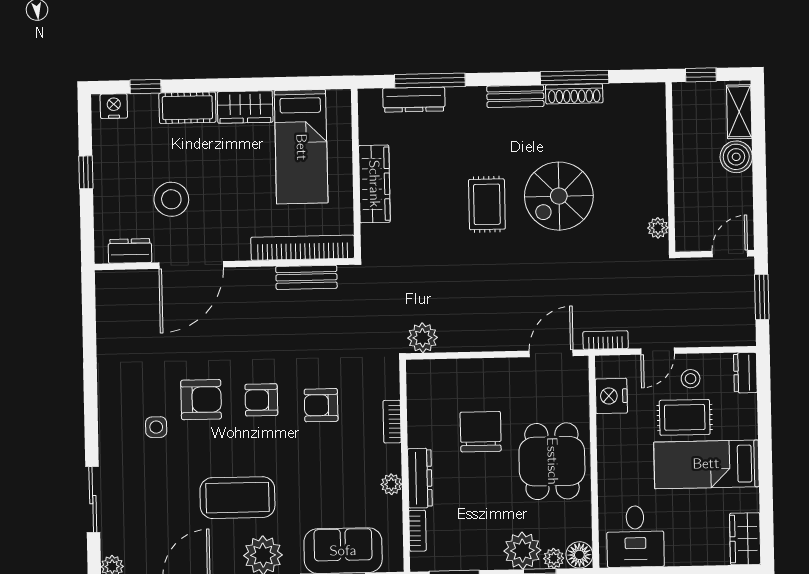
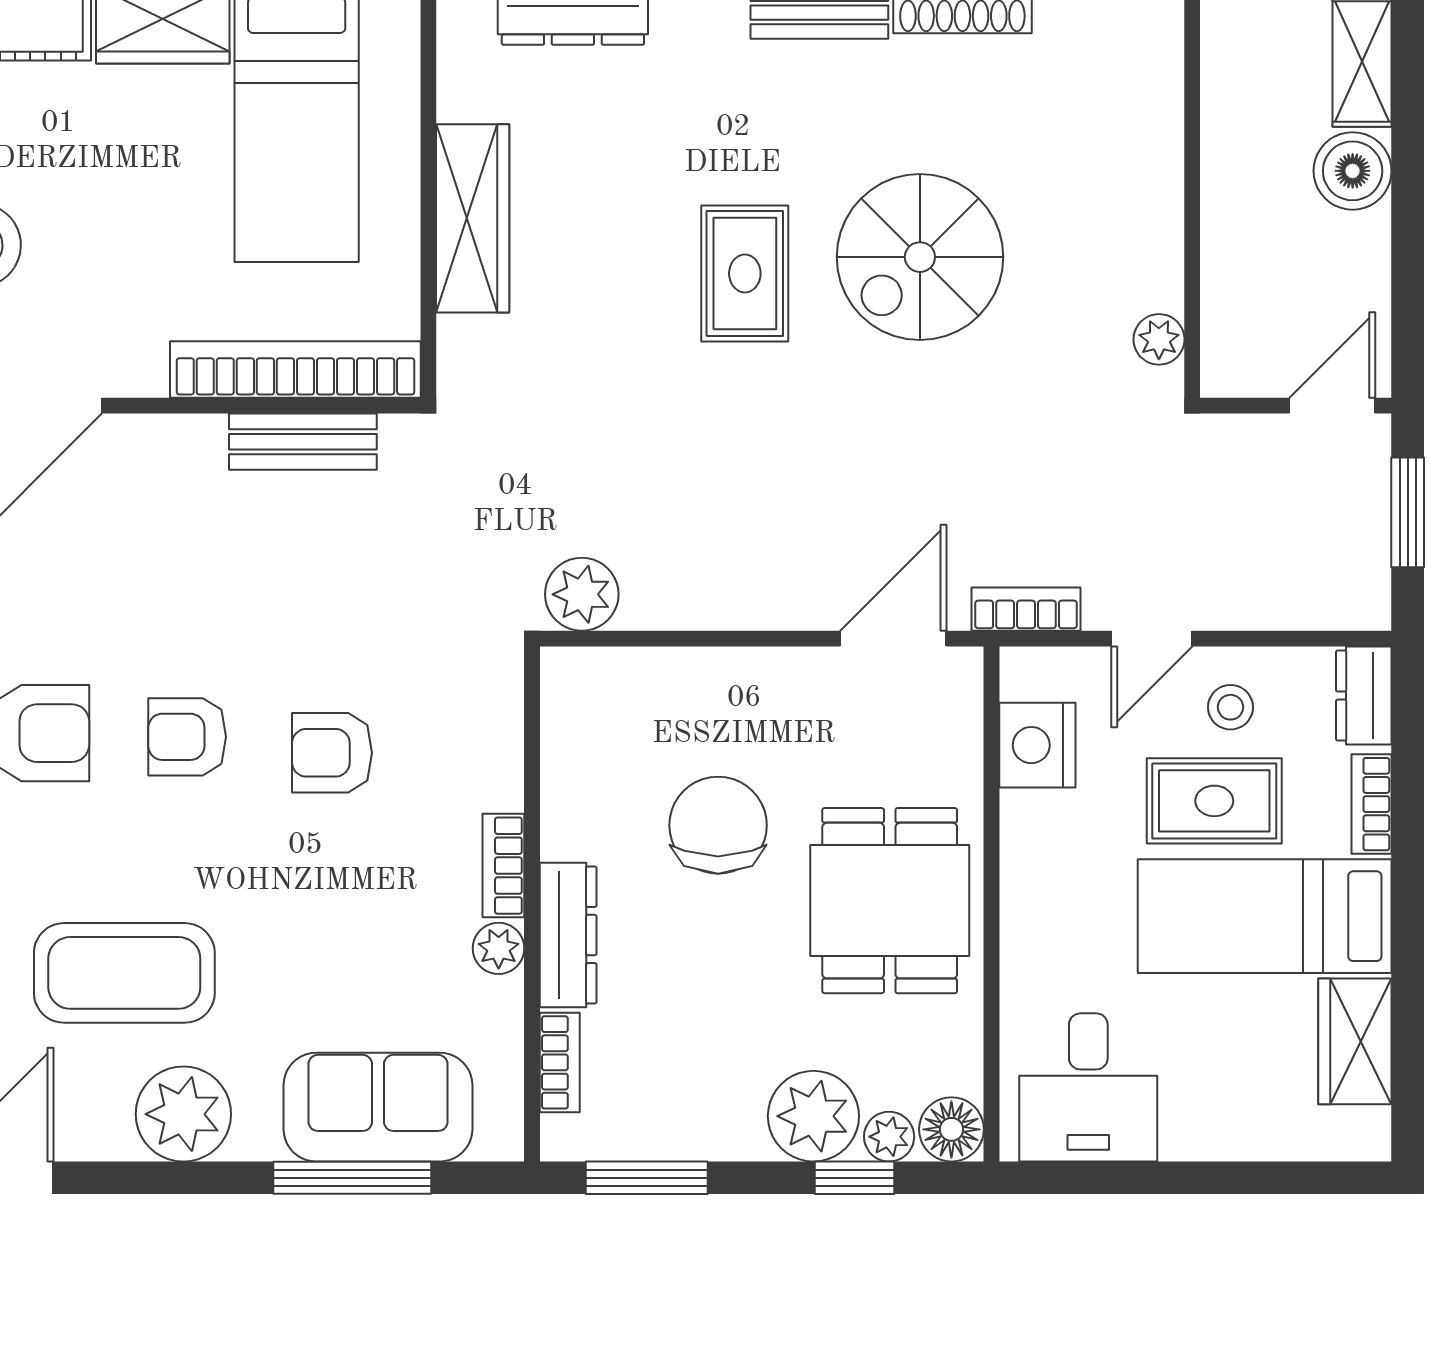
bookcase: (749, 417) -> (1372, 804), added
bookcase: (392, 422) -> (503, 866), moved
wardrobe: (745, 539) -> (1355, 1041), moved

